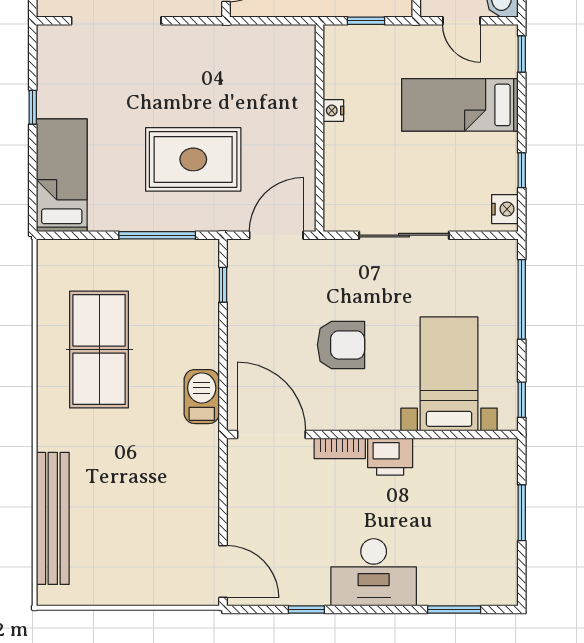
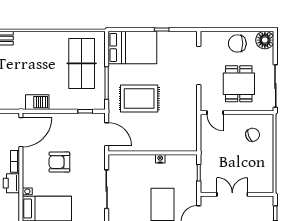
rug: (193, 159) -> (139, 99), turned 90
bed: (62, 175) -> (132, 47), width x1.50
armchair: (341, 345) -> (59, 162), turned 90
table tennis table: (99, 350) -> (82, 63), moved, turned 90

